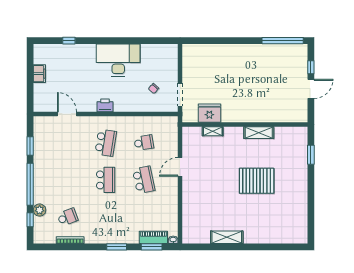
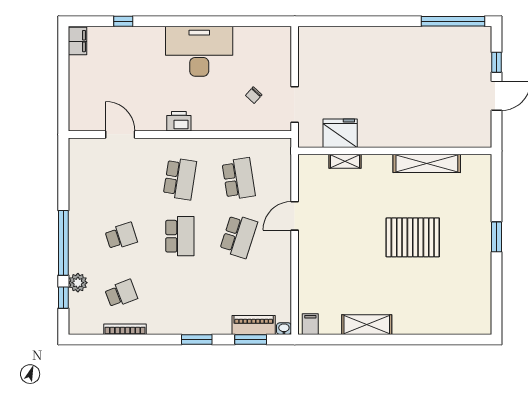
filing cabinet: (39, 74) -> (78, 41), moved
shelving: (259, 133) -> (427, 163), width x1.47
school desk: (144, 143) -> (239, 179), width x1.85
window: (30, 146) -> (63, 184), removed
window: (311, 155) -> (496, 237), moved
school desk: (68, 180) -> (121, 236), added
school desk: (144, 180) -> (239, 236), turned 30
filing cabinet: (190, 237) -> (310, 324), added

